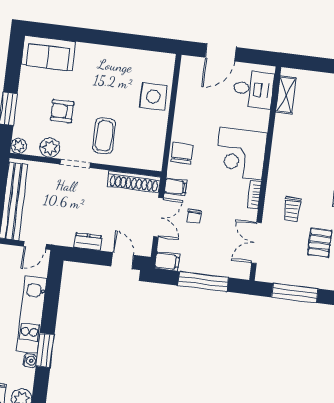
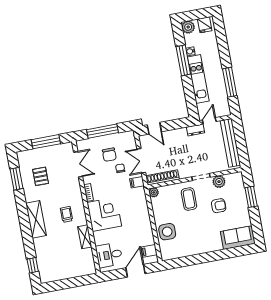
shelving: (286, 95) -> (85, 237), moved
plant: (19, 146) -> (154, 192), moved
chair: (182, 153) -> (109, 155), moved
trolley: (292, 209) -> (67, 214), moved
dresser: (88, 242) -> (195, 130), moved
filing cabinet: (167, 261) -> (149, 251), moved
window: (45, 350) -> (183, 60), width x1.44

